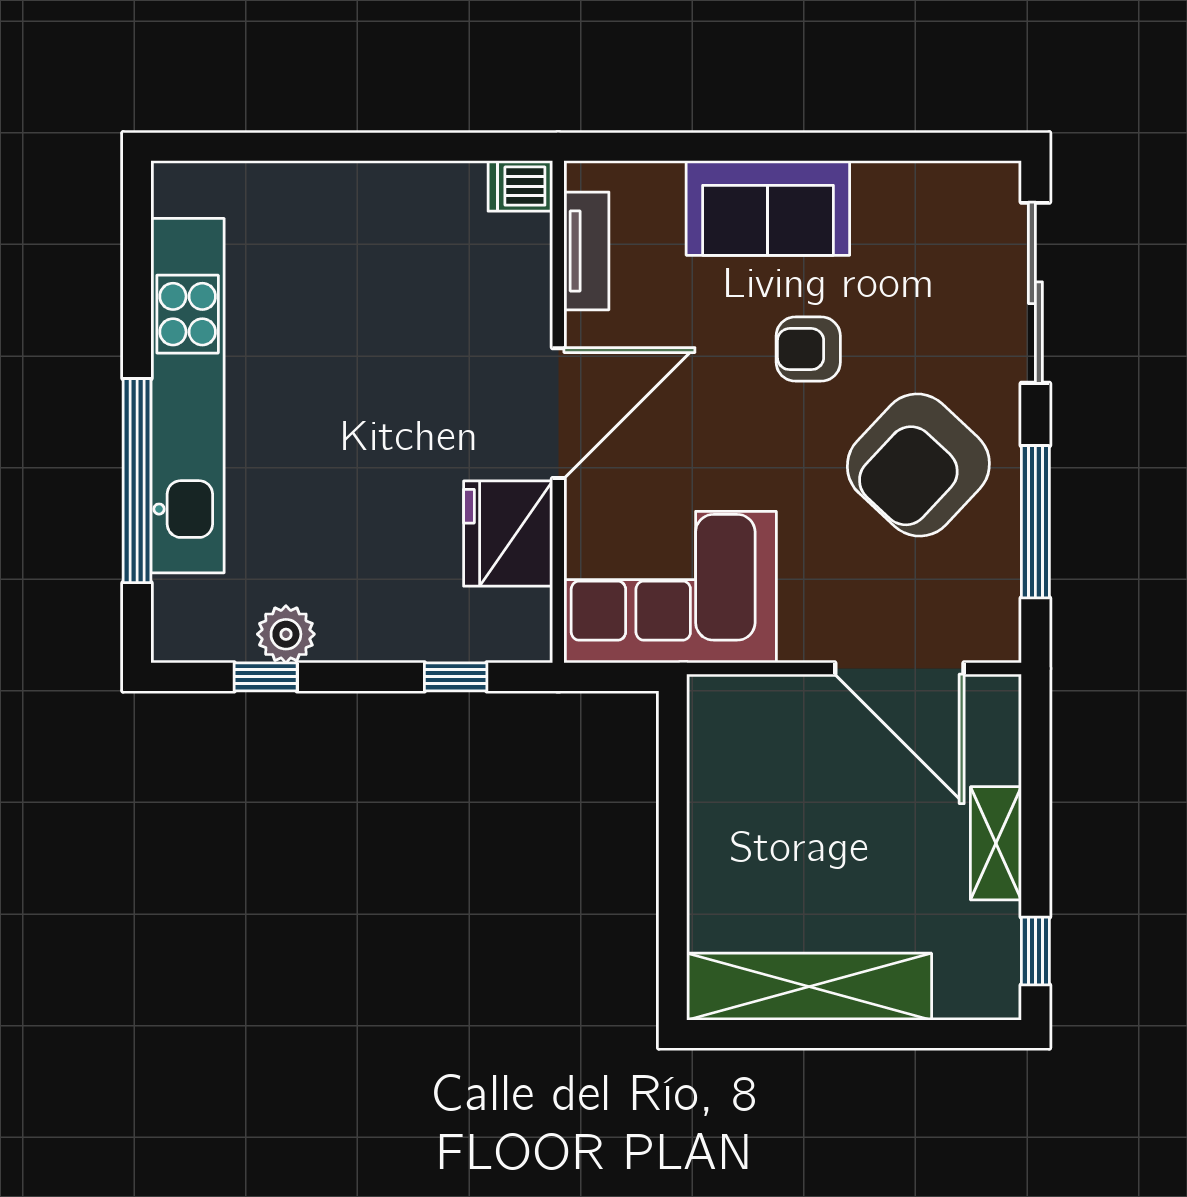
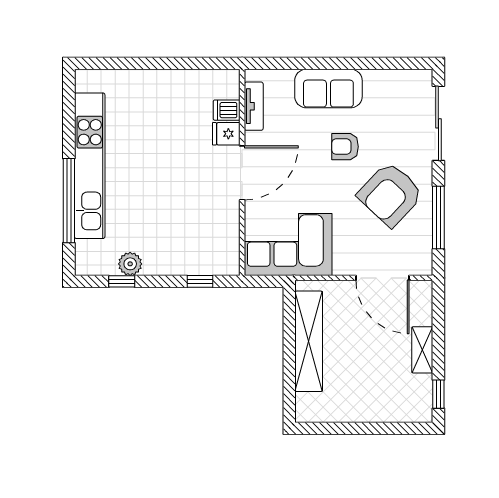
dishwasher: (520, 186) -> (227, 110), moved
fridge: (508, 534) -> (226, 134), moved, width x0.53, depth x0.75
shelving: (809, 987) -> (309, 341), moved, turned 90

